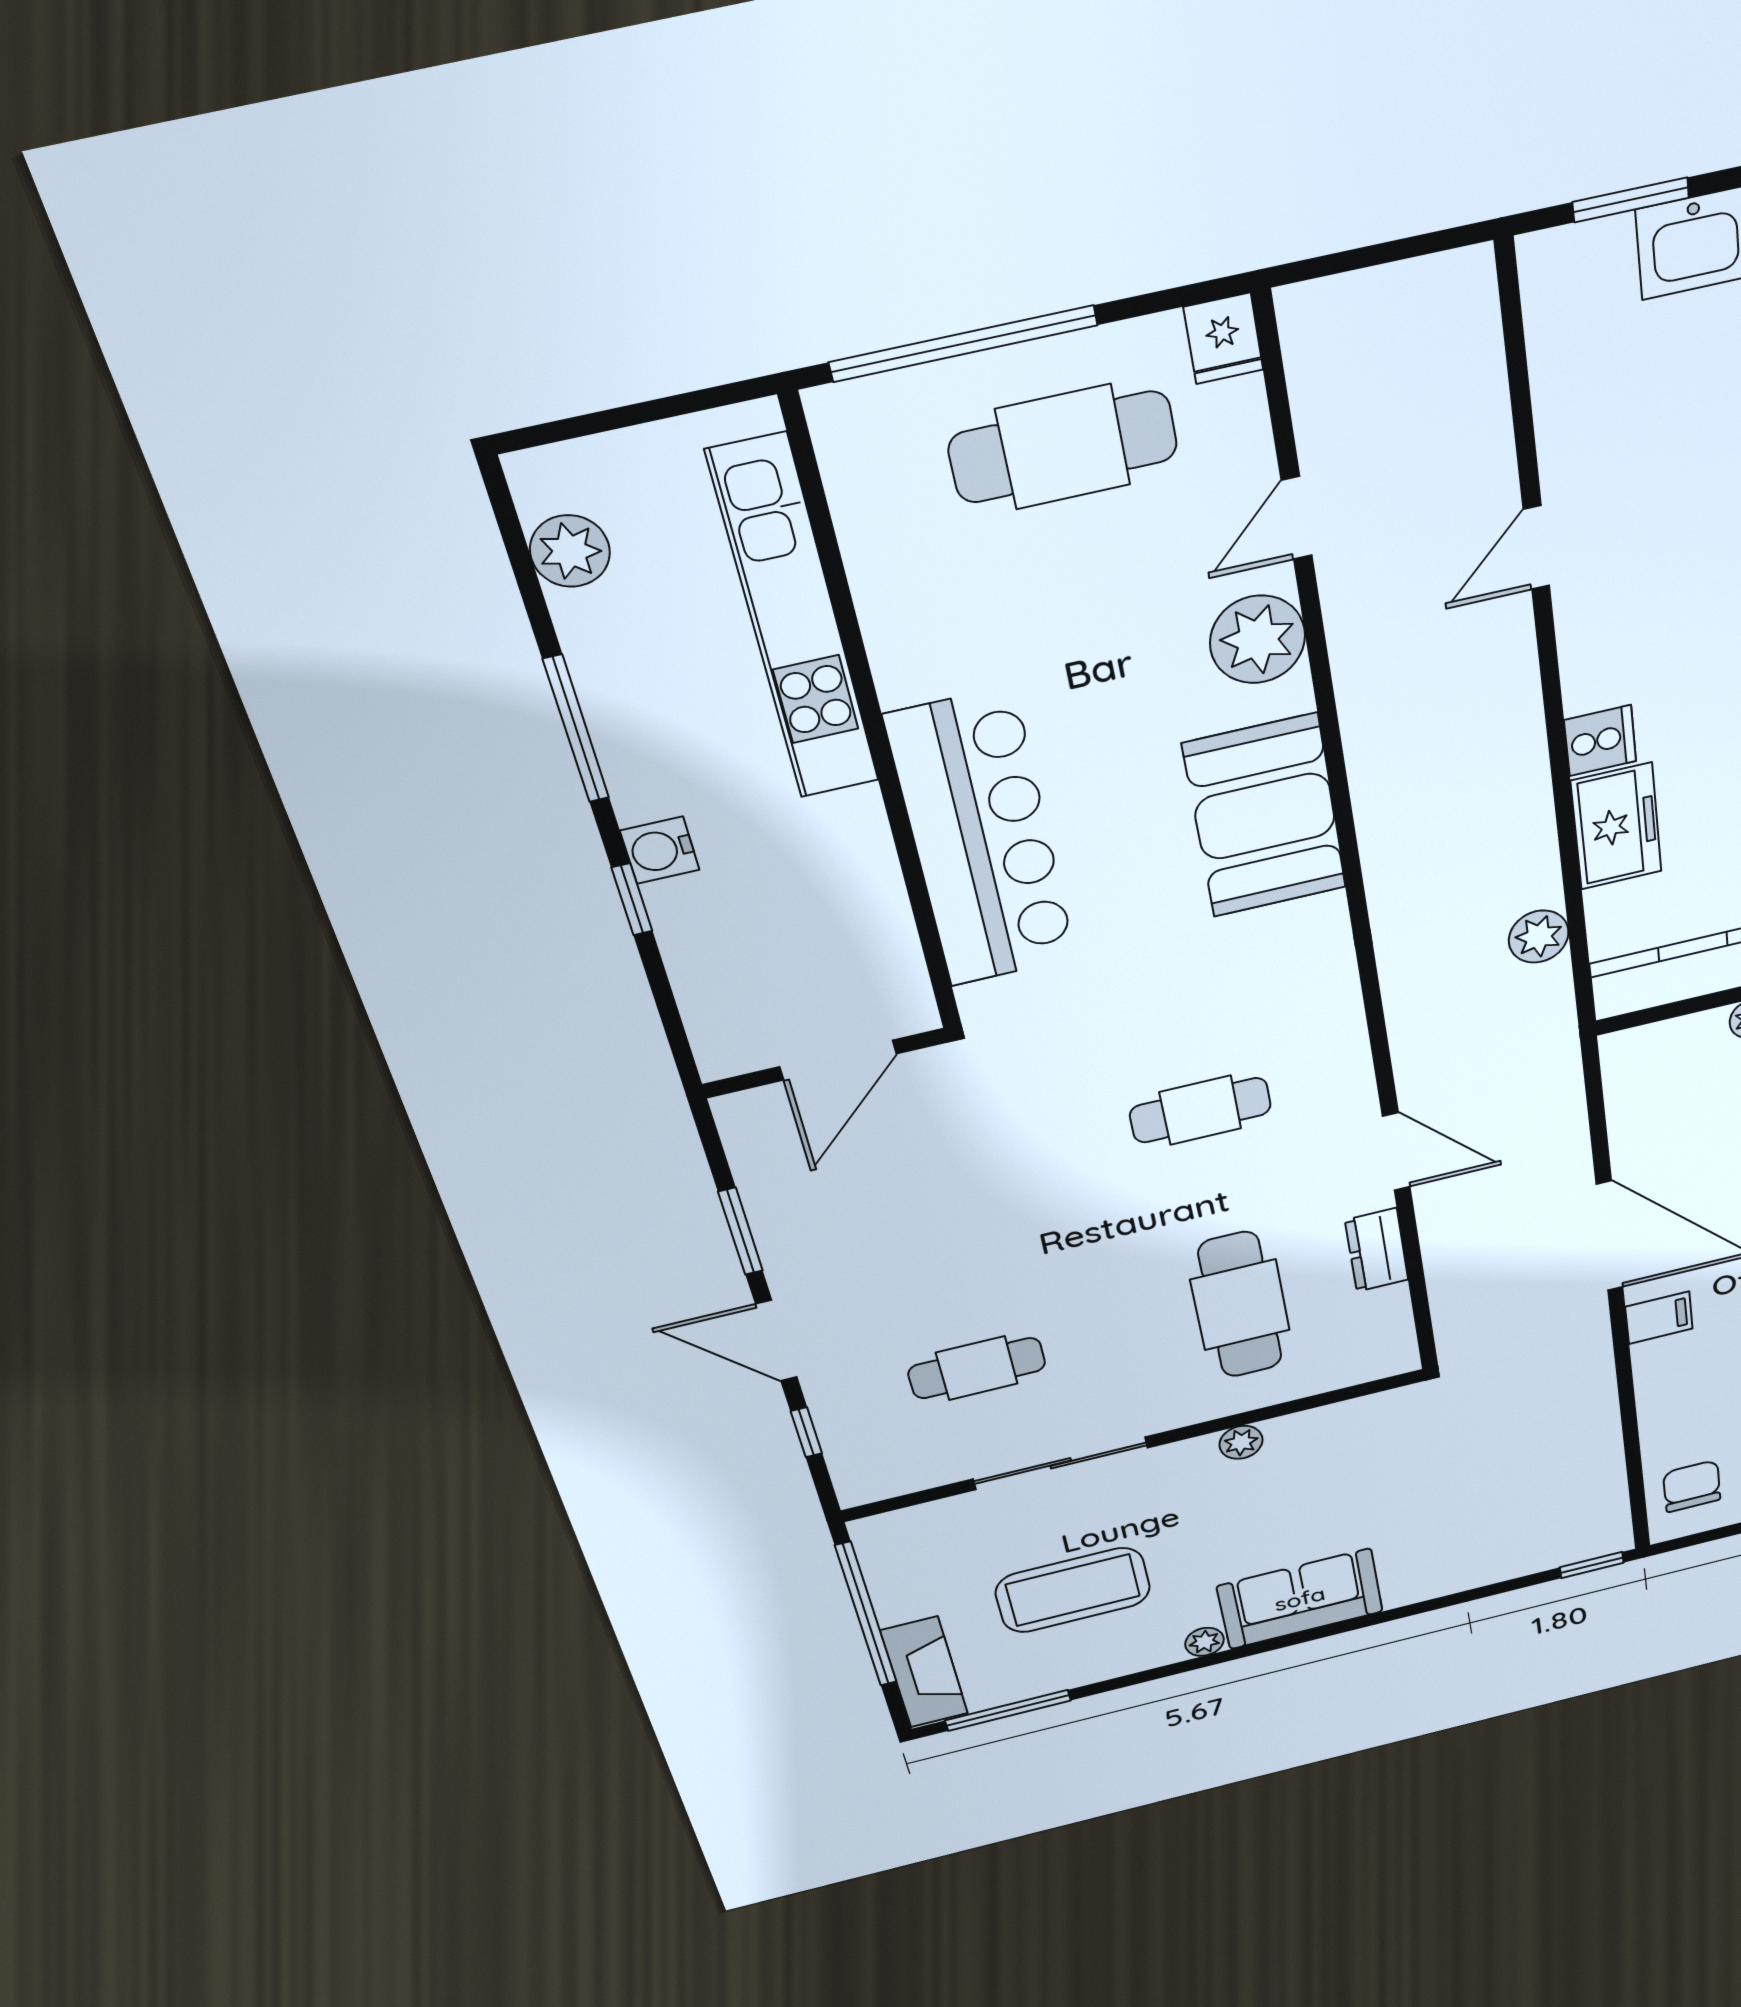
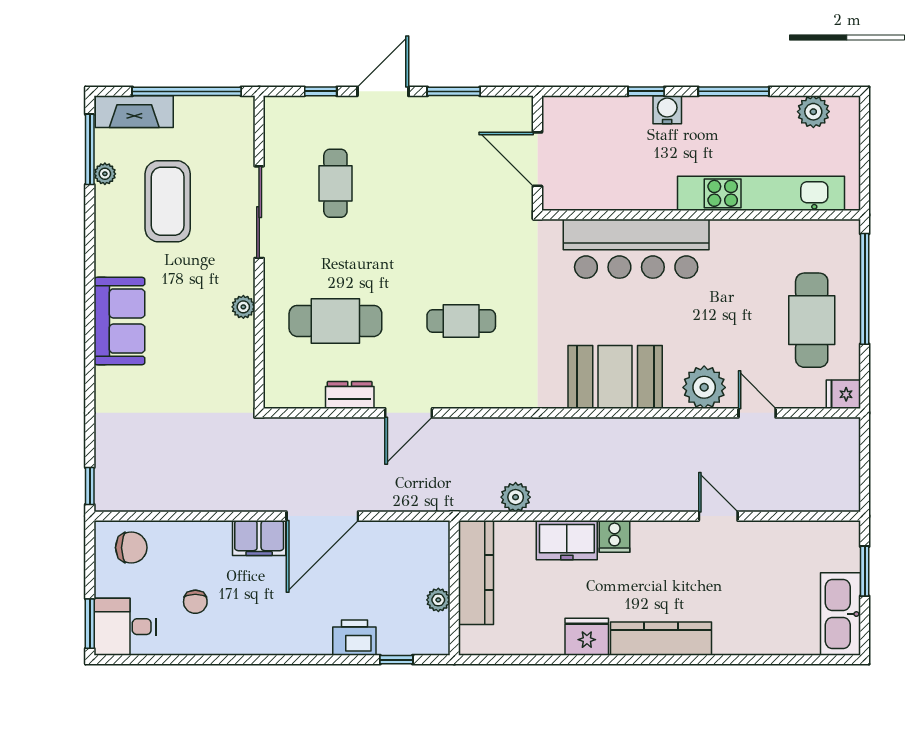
cafe table: (1200, 1110) -> (461, 321), turned 90
filing cabinet: (1659, 1318) -> (259, 538), width x2.00
plant: (1205, 1642) -> (105, 174), moved

